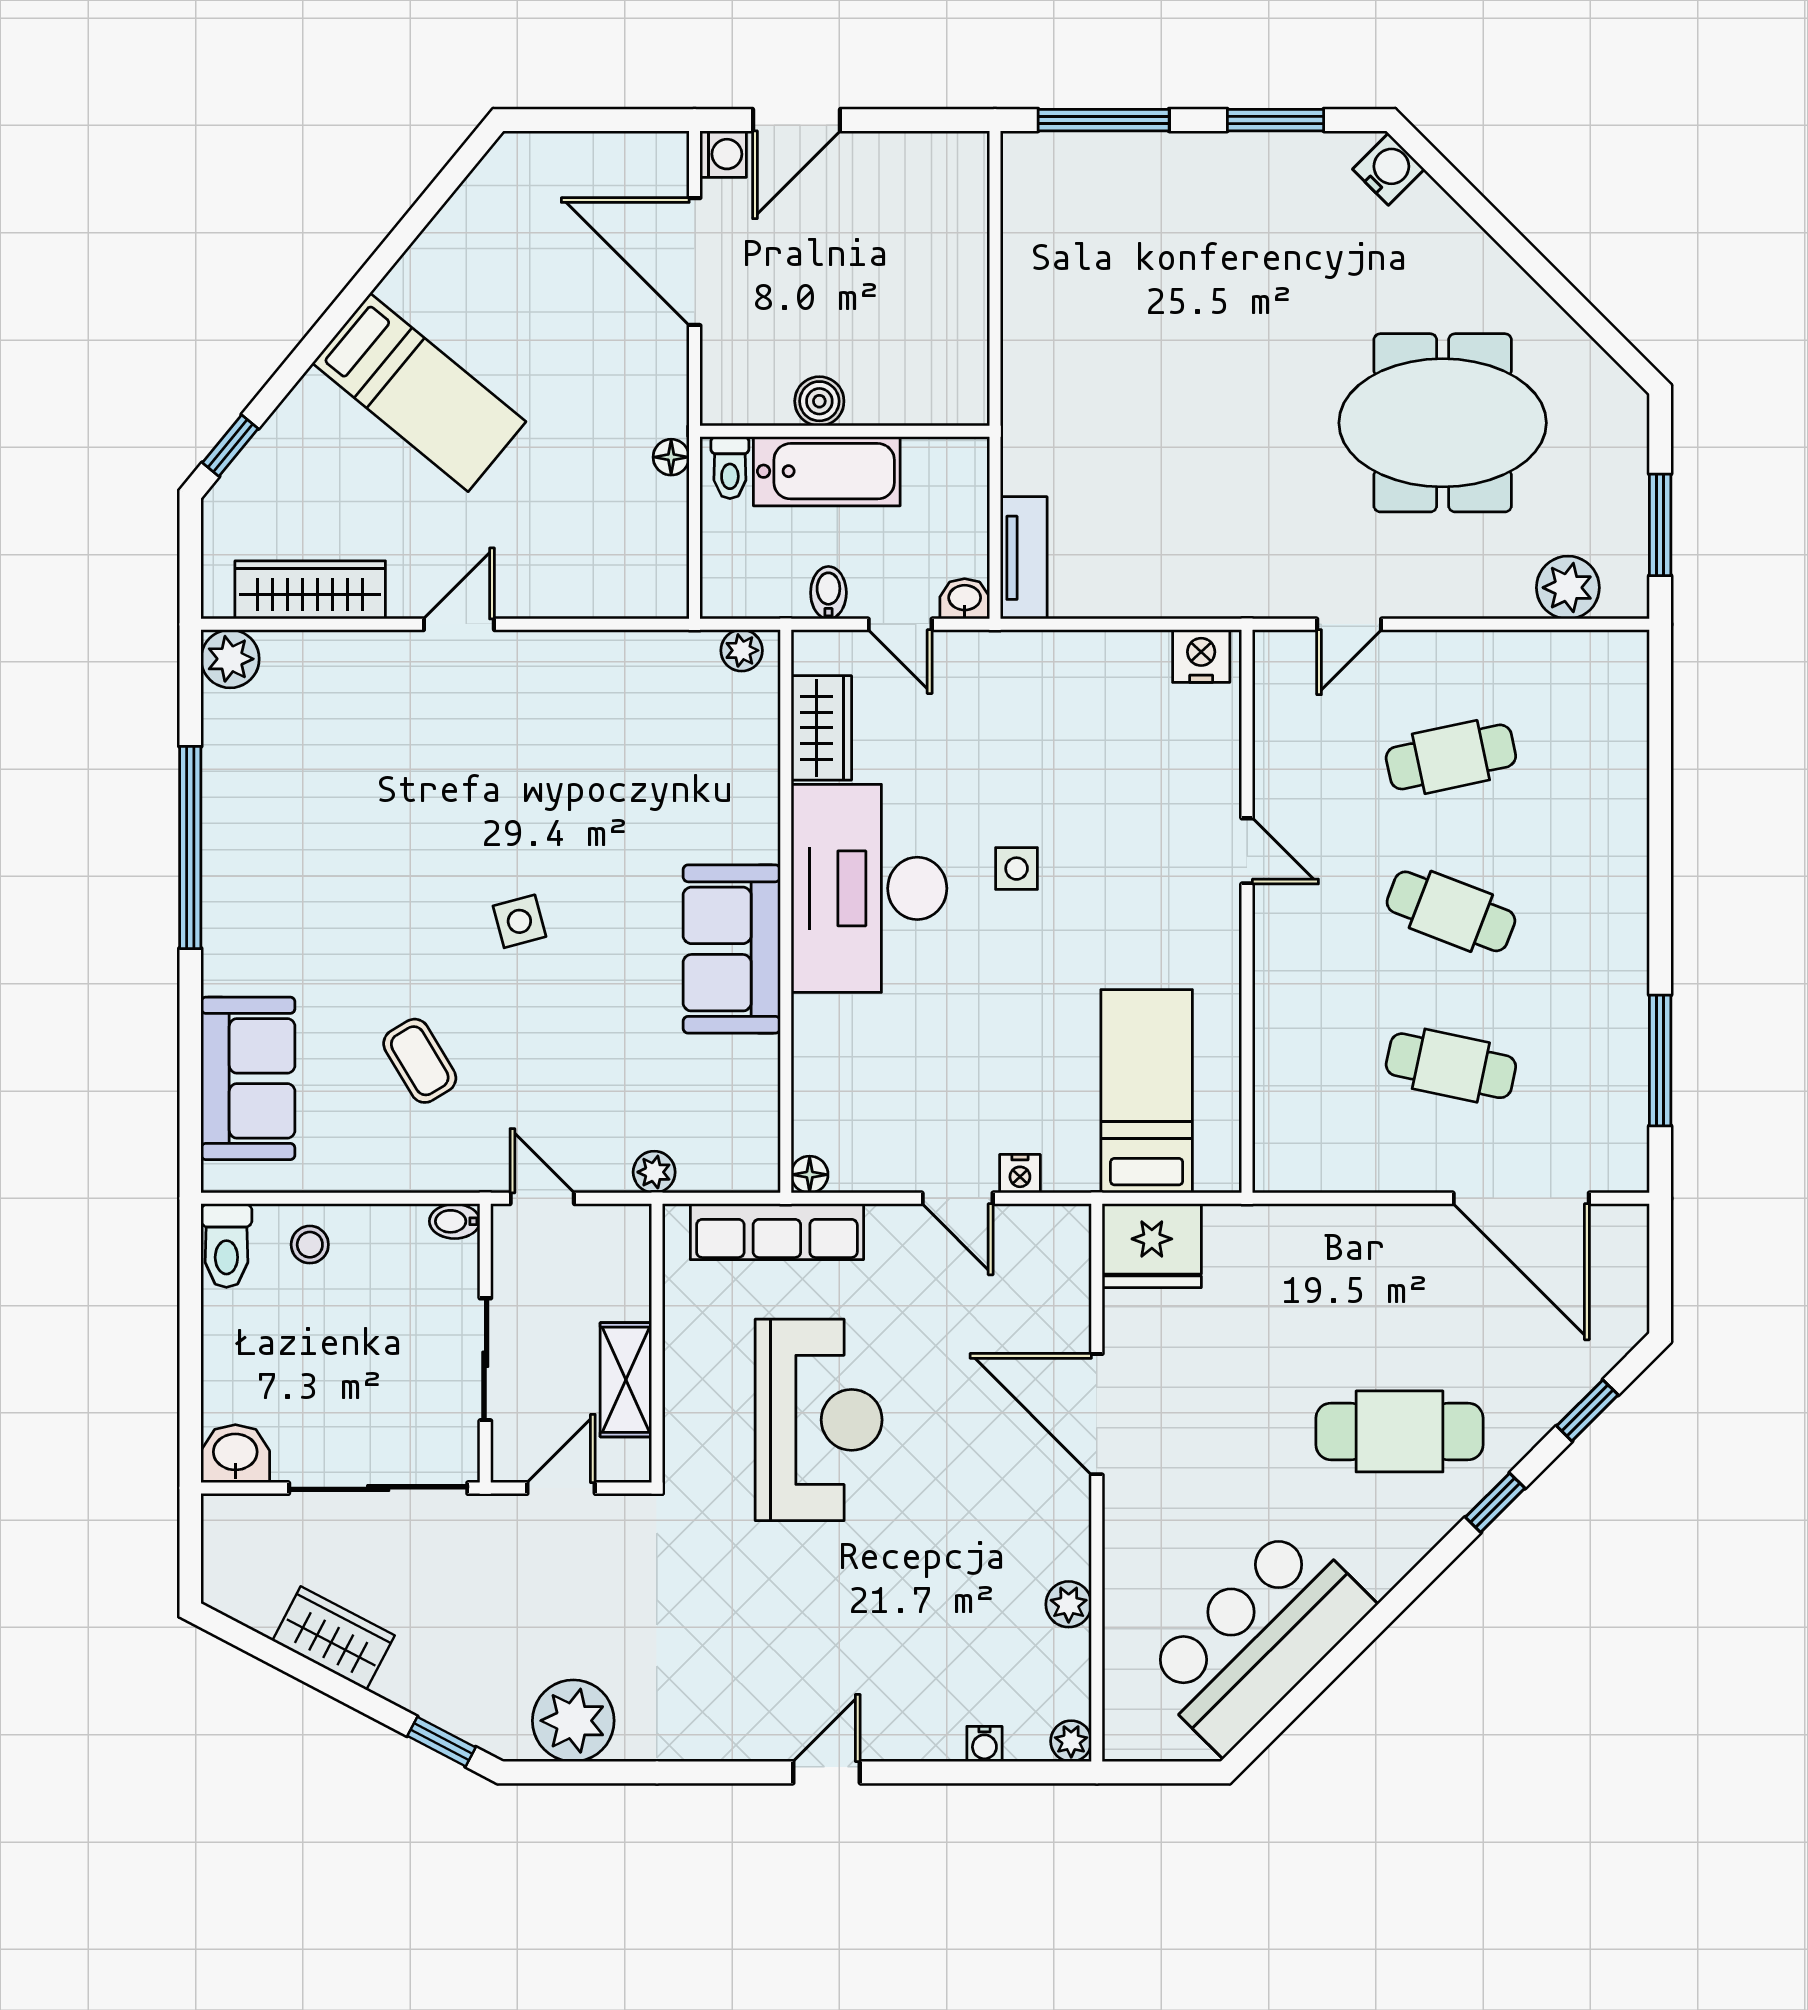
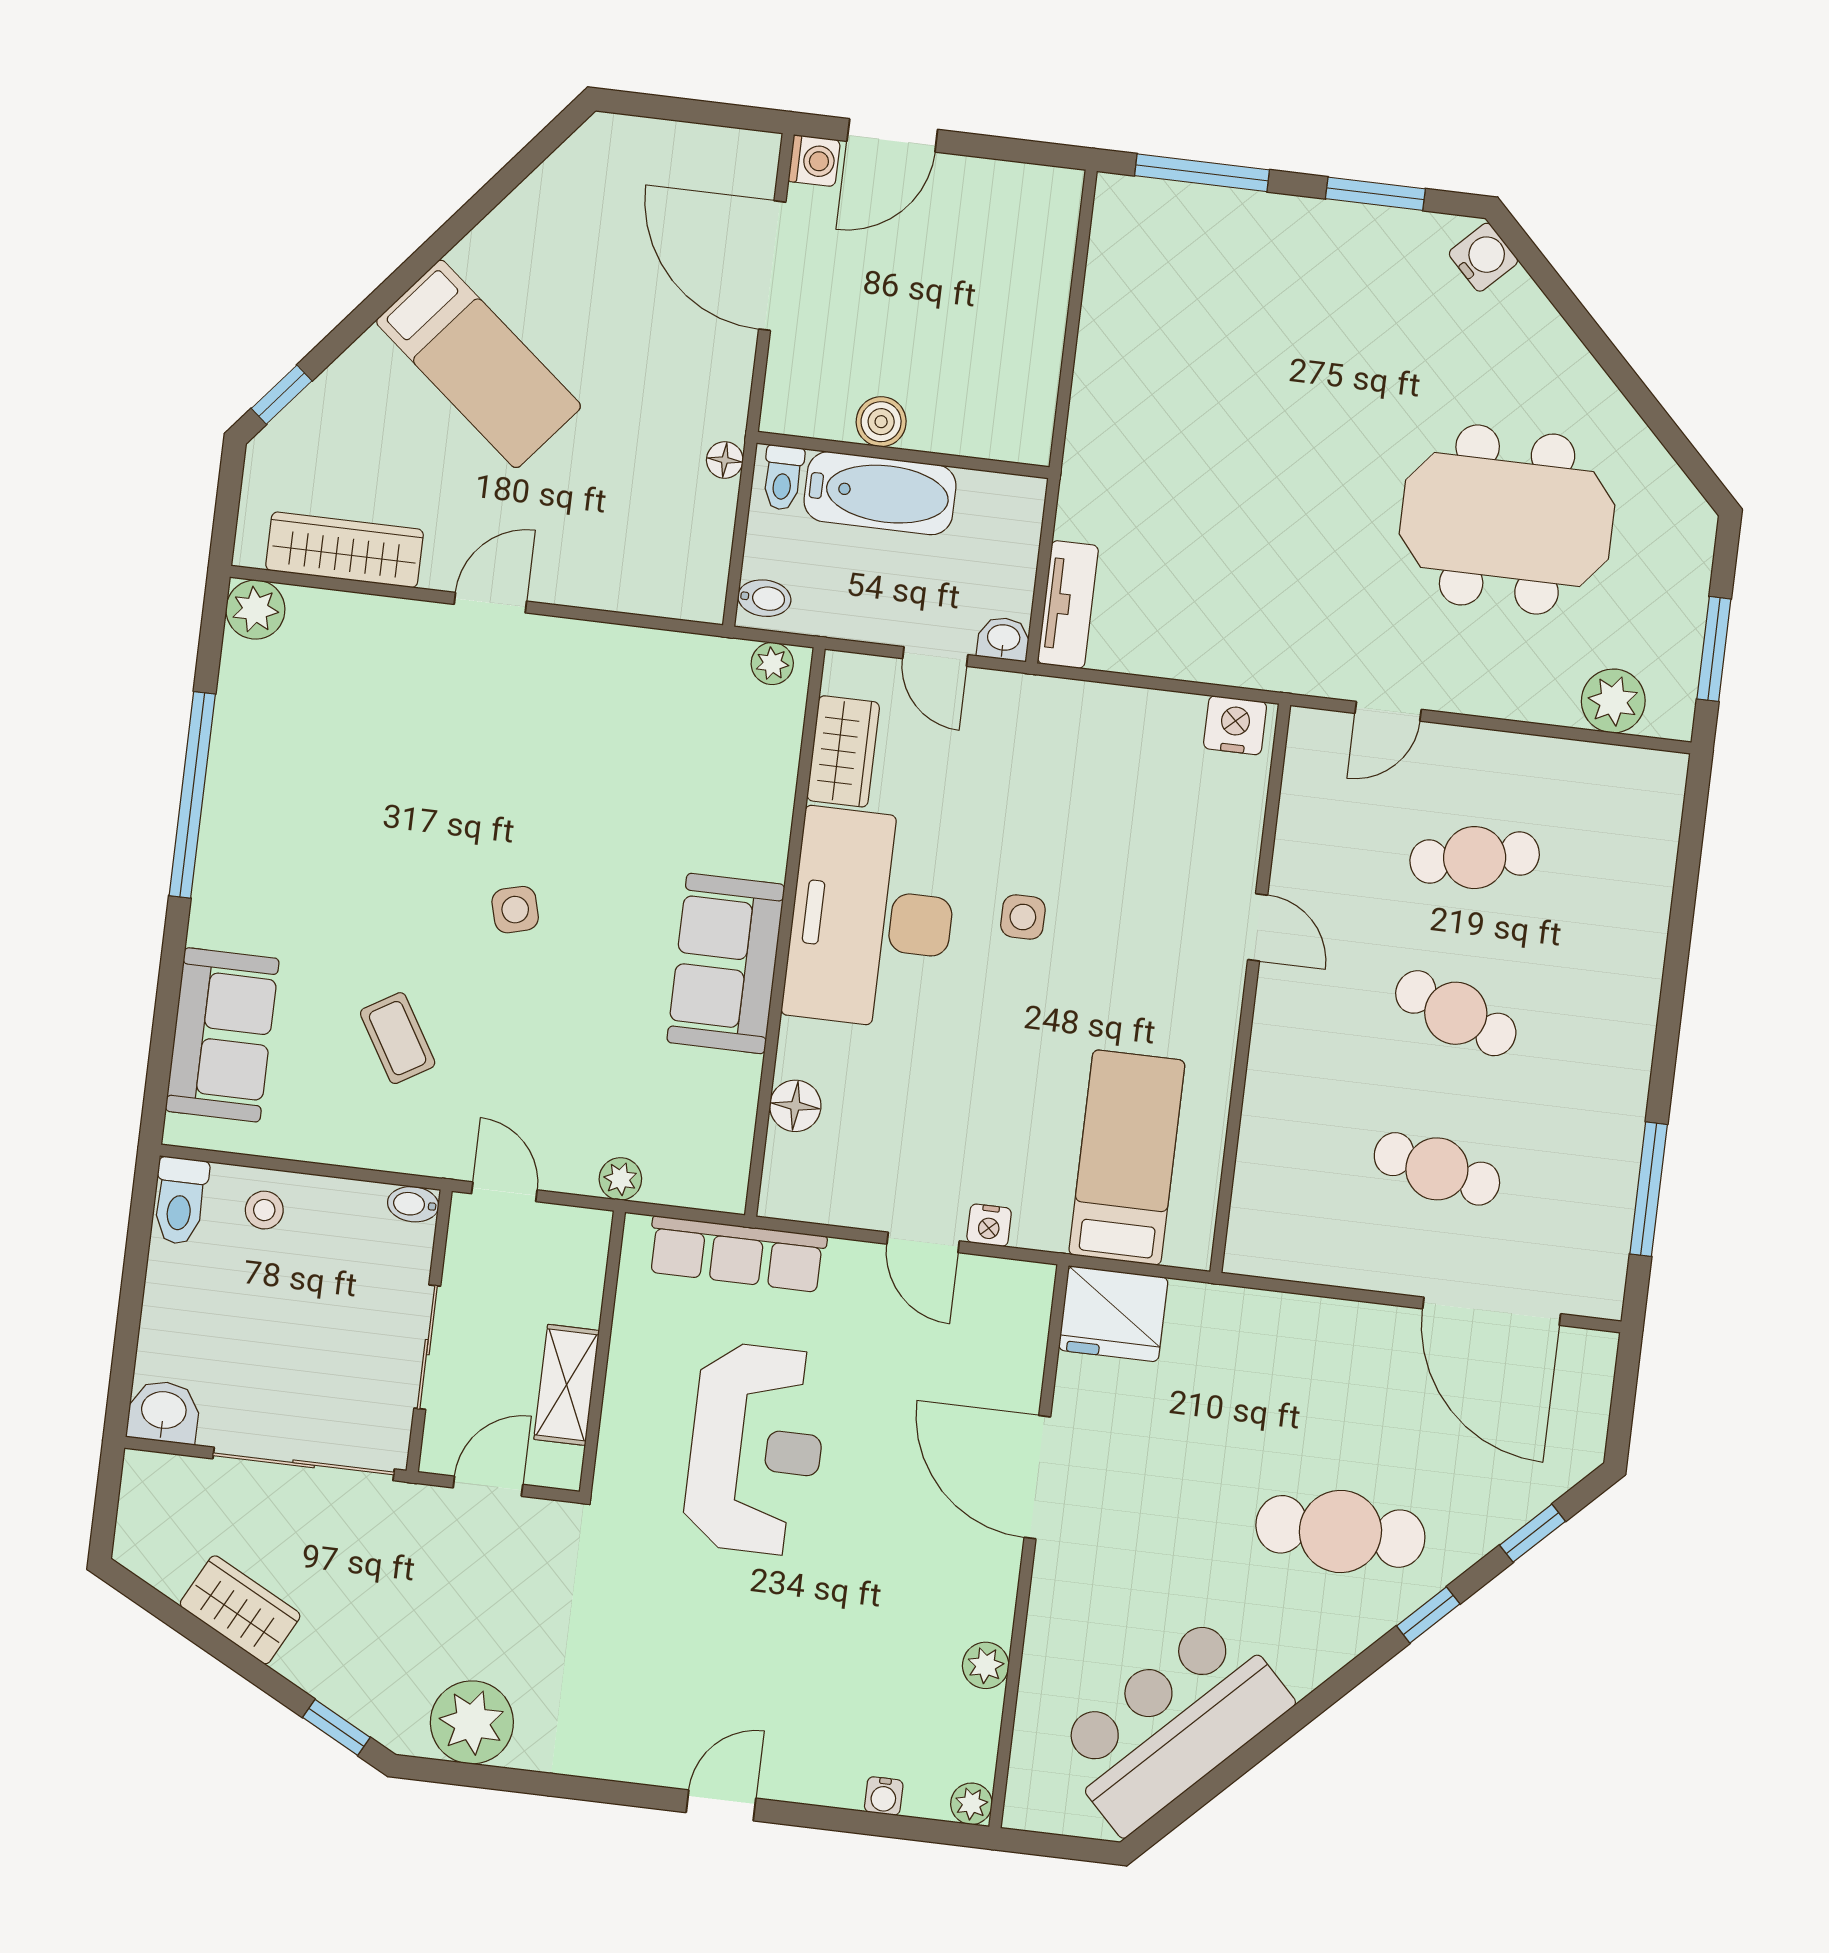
bidet: (828, 593) -> (764, 598), moved, turned 90
floor lamp: (810, 1175) -> (795, 1106), moved, width x1.37, depth x1.37

